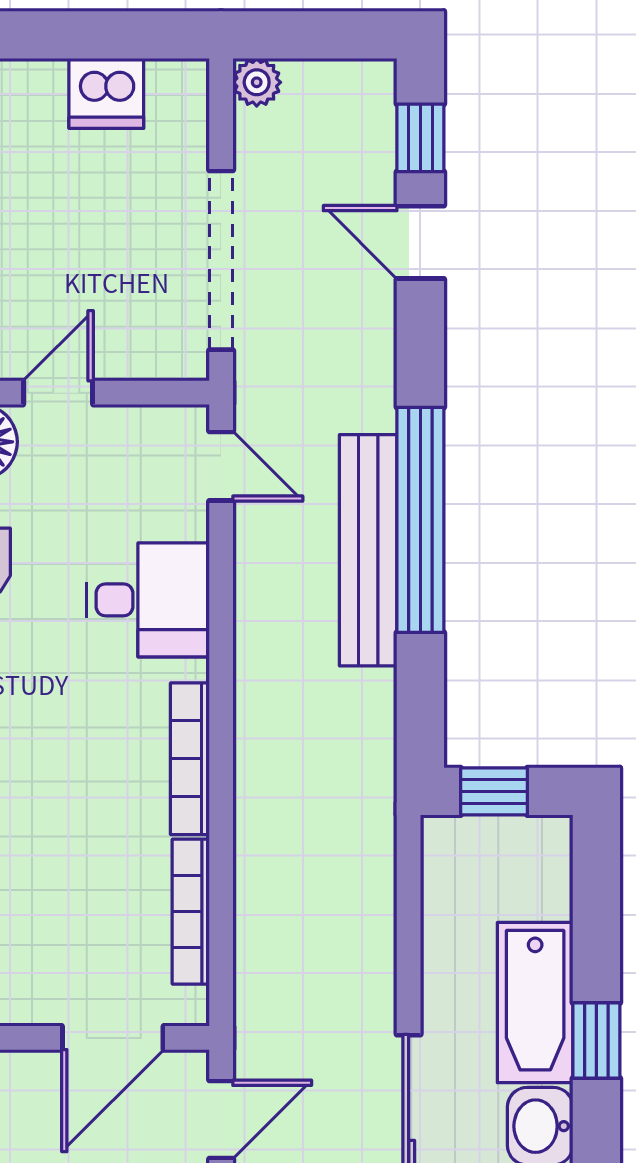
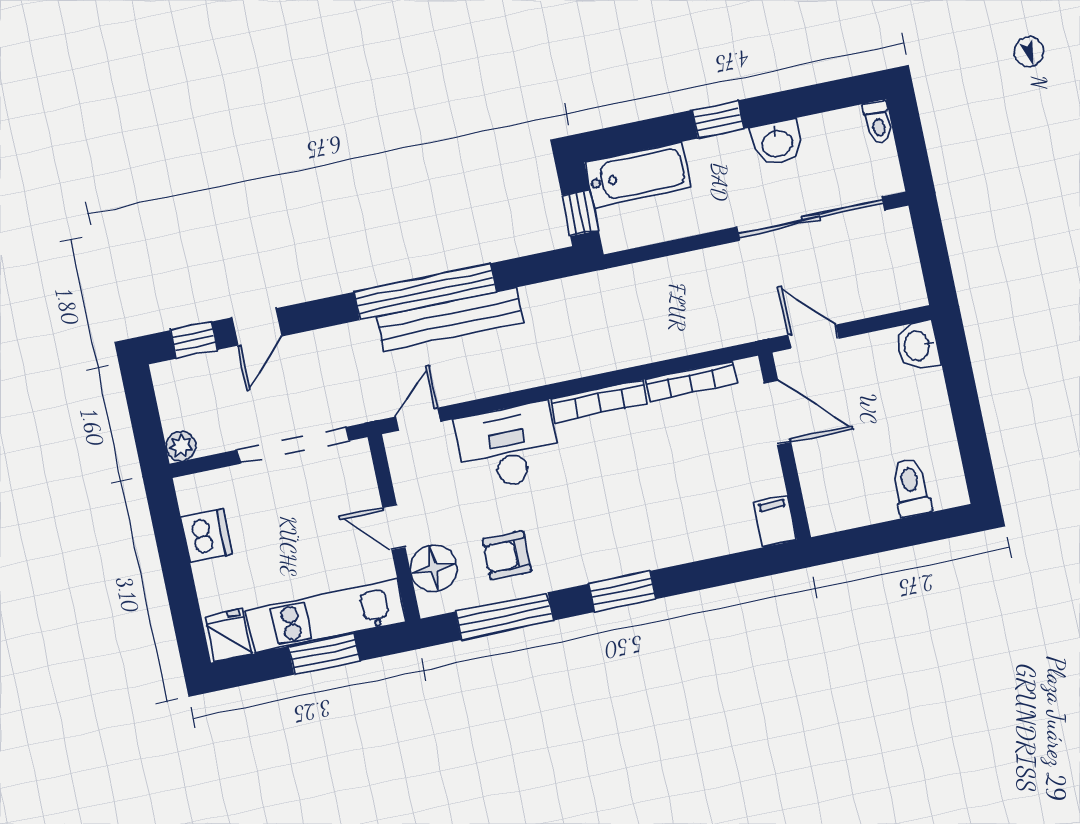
desk: (148, 600) -> (508, 447), width x1.37
bathtub: (535, 1003) -> (638, 175), moved

